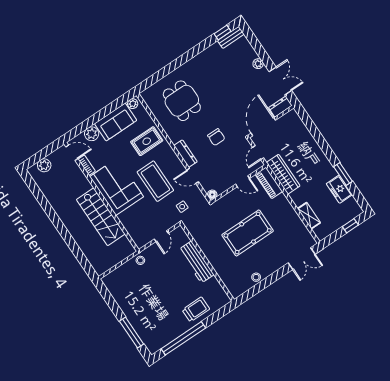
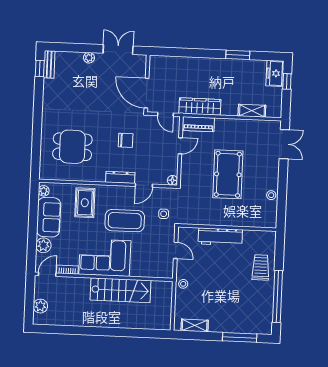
dresser: (280, 107) -> (140, 66), removed
freezer: (339, 189) -> (275, 73), moved, turned 90
shelving: (115, 292) -> (195, 325), added

